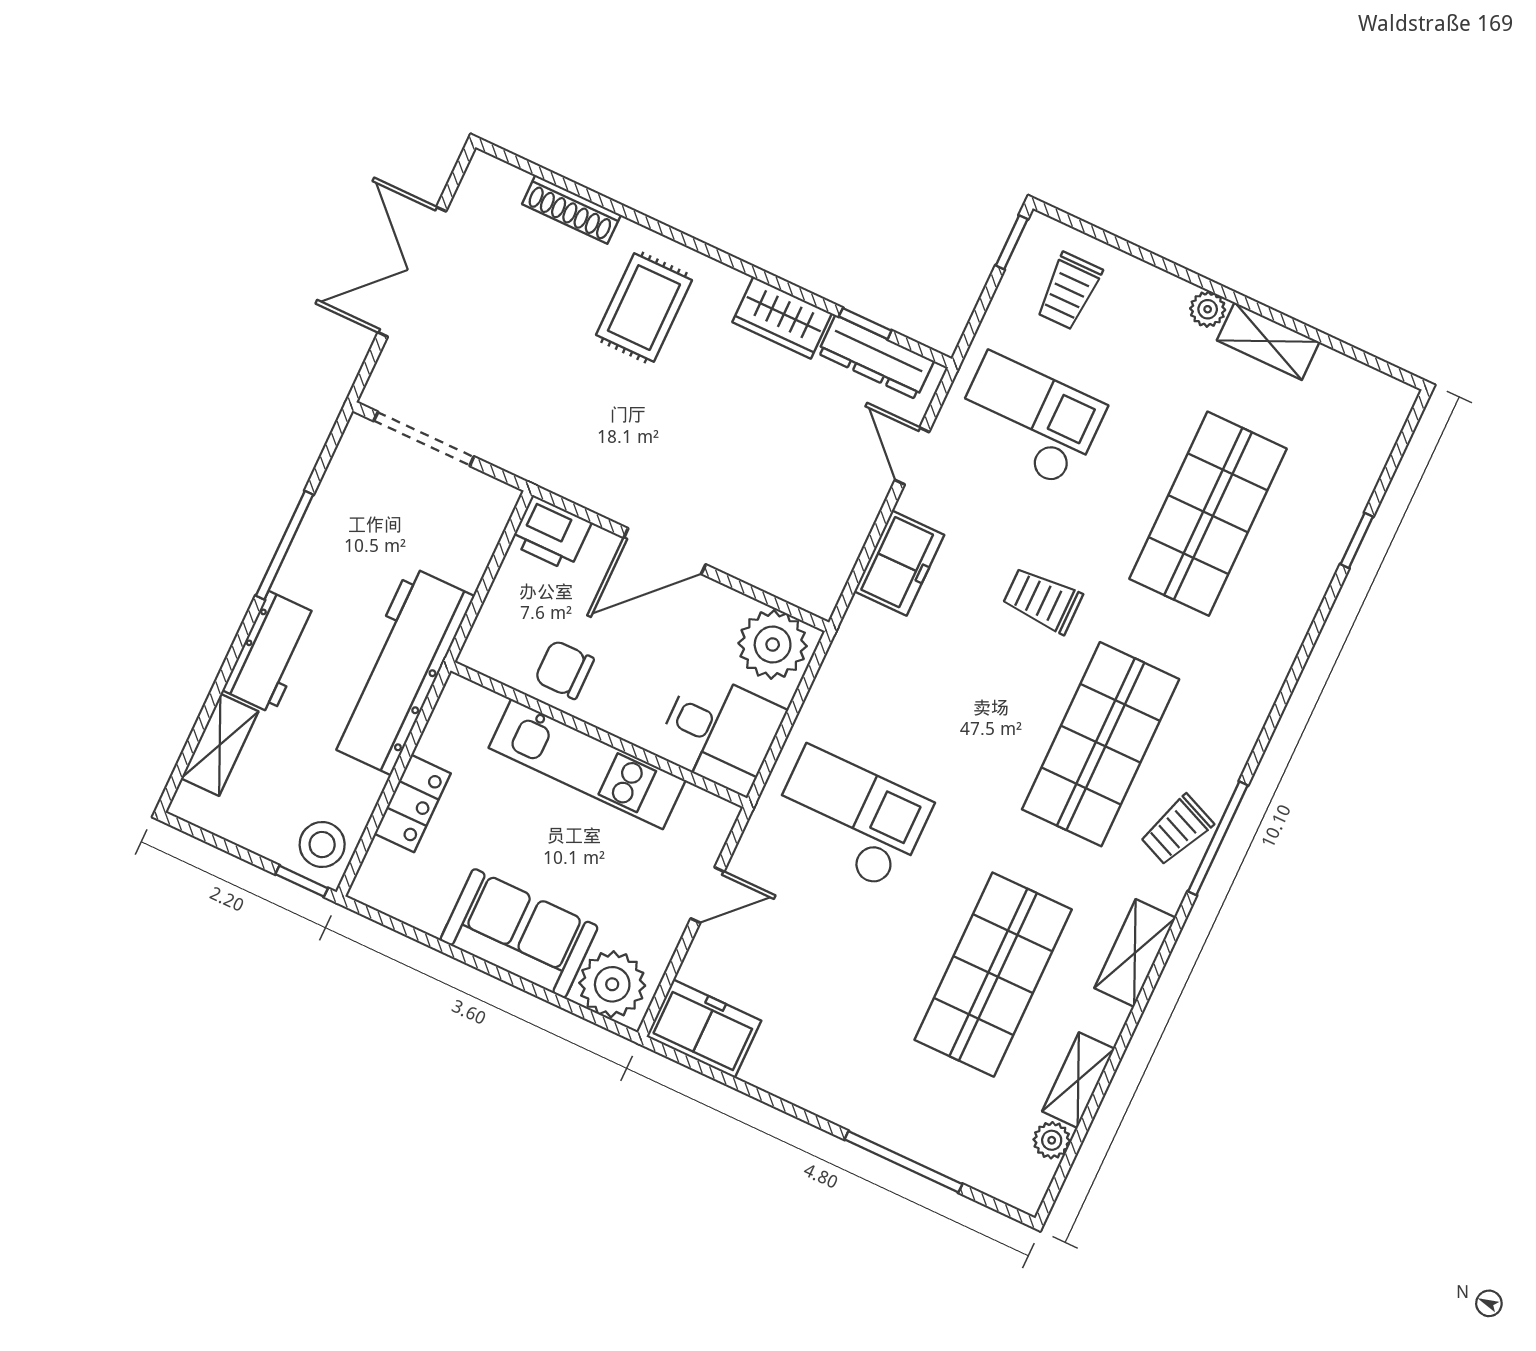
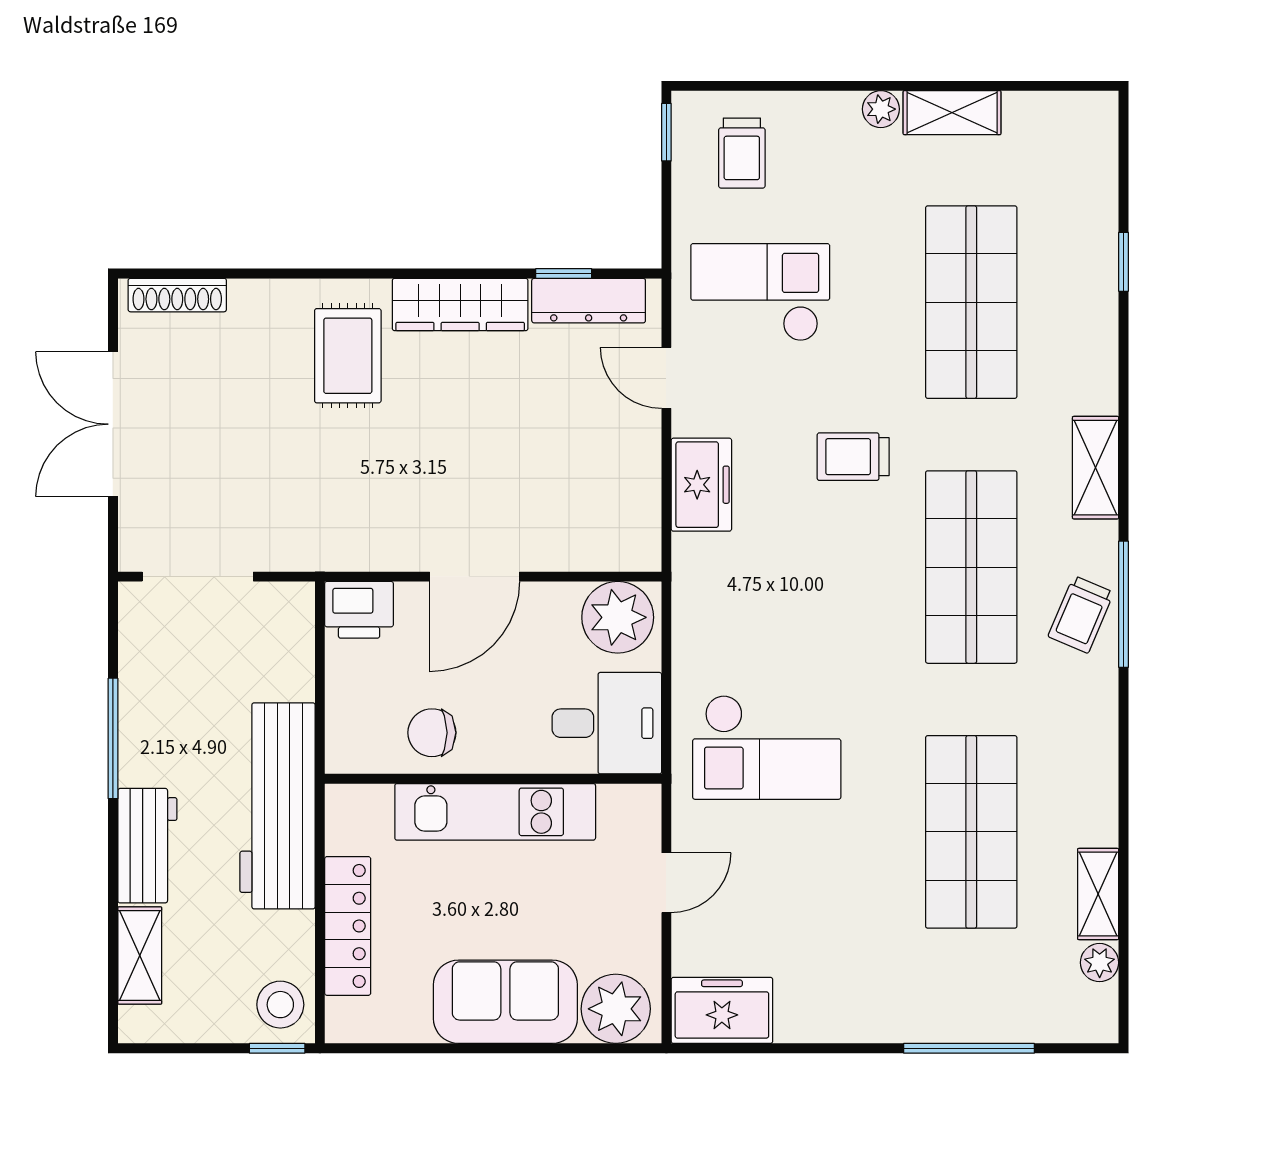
shoe rack: (571, 209) -> (177, 295), moved
wardrobe: (782, 318) -> (460, 305), width x1.50
locker: (413, 803) -> (348, 926), width x1.53
checkout: (850, 818) -> (767, 747), turned 180
shelving: (1135, 953) -> (1096, 468), moved

